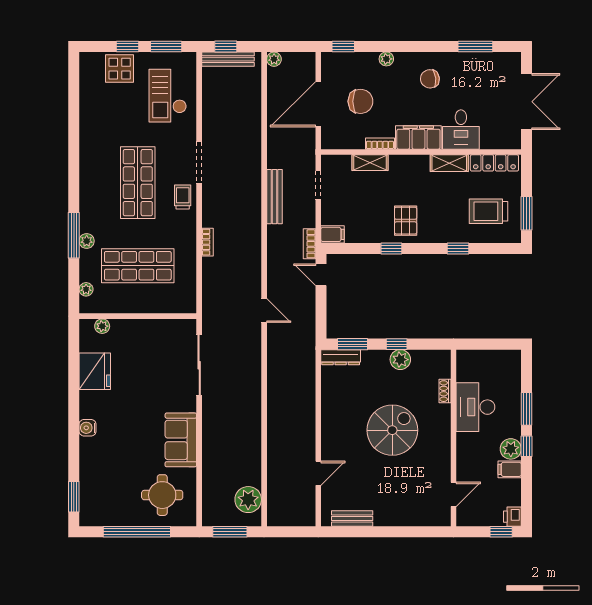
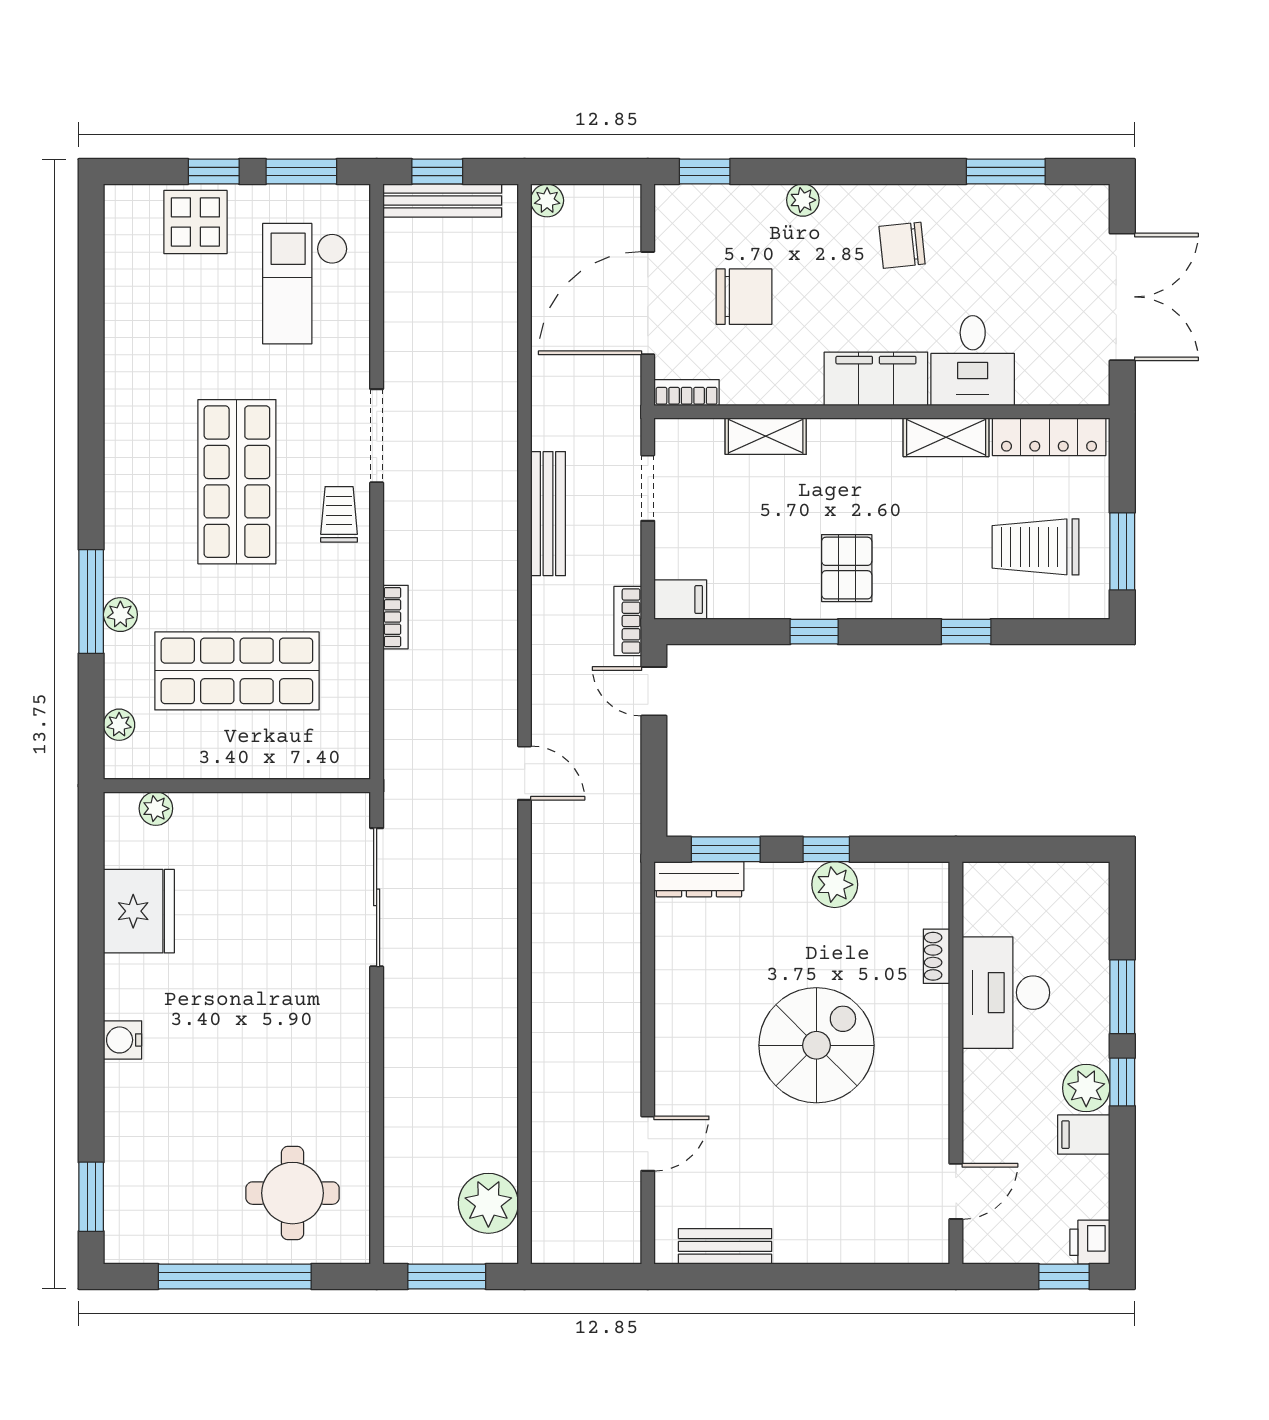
bookcase: (380, 144) -> (687, 393), moved
sofa: (181, 440) -> (335, 1067), removed

